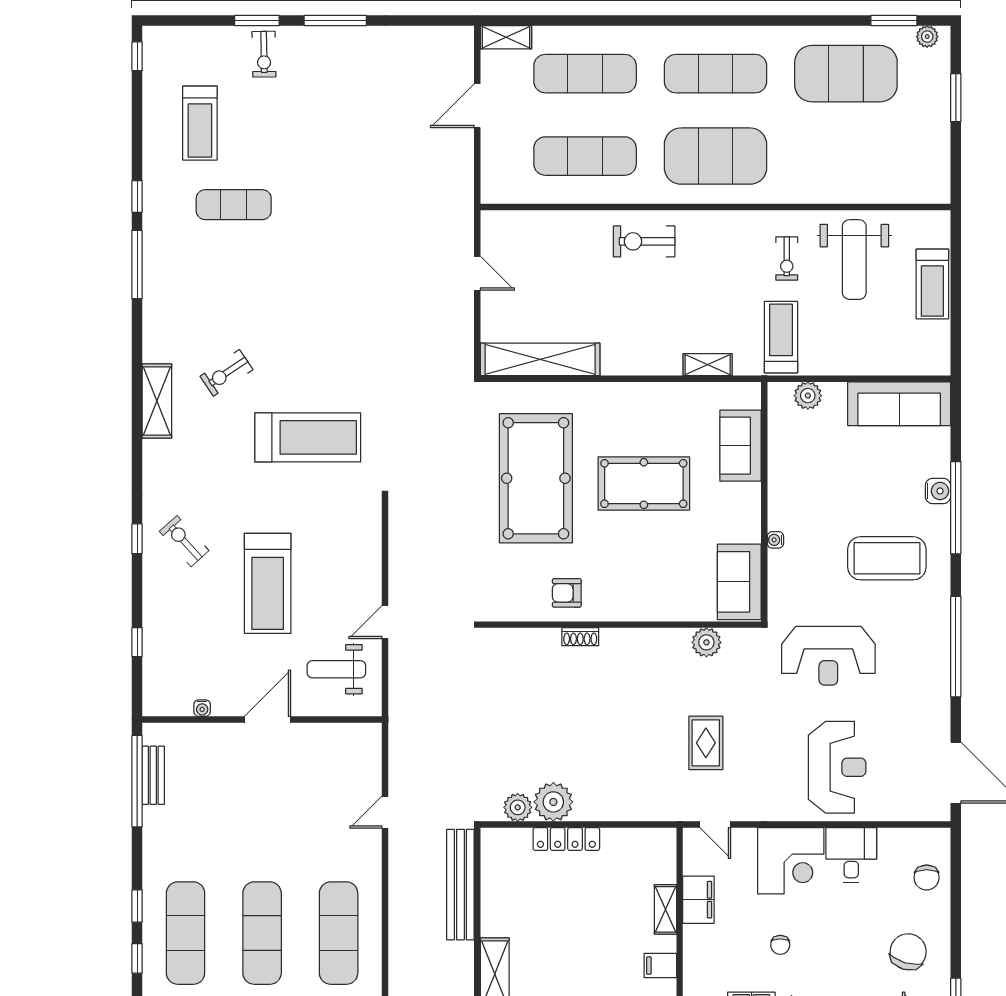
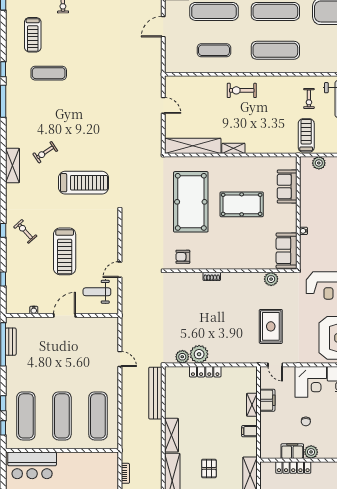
exercise mat: (585, 156) -> (214, 50), width x0.73, depth x0.69
exercise mat: (716, 156) -> (275, 50), width x0.68
shelving: (708, 365) -> (233, 148), moved
armchair: (567, 593) -> (183, 257), moved
rug: (706, 743) -> (271, 326), width x1.36, depth x1.43
door: (385, 812) -> (120, 359), swing flipped

